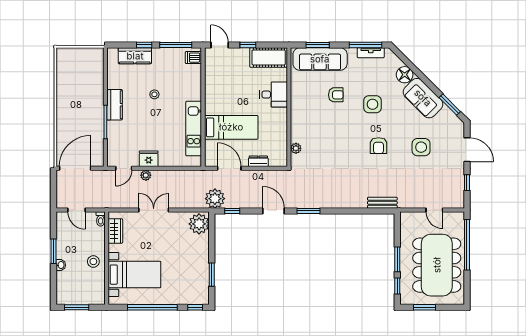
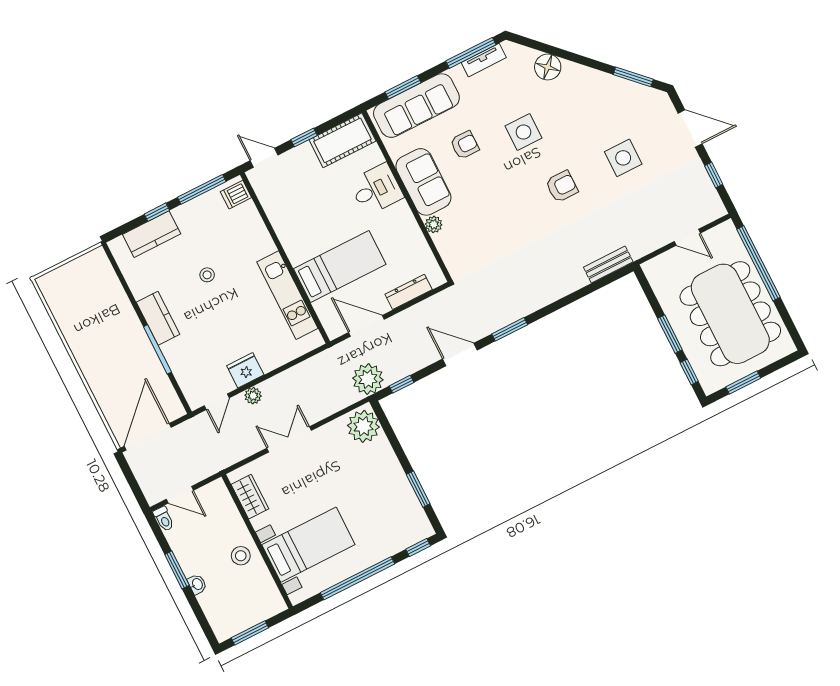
sofa: (423, 98) -> (423, 182), moved, turned -135
armchair: (379, 146) -> (562, 186), turned -90
plant: (296, 148) -> (434, 224), moved
dresser: (258, 161) -> (409, 292), width x1.44
toilet: (101, 219) -> (164, 519), moved

